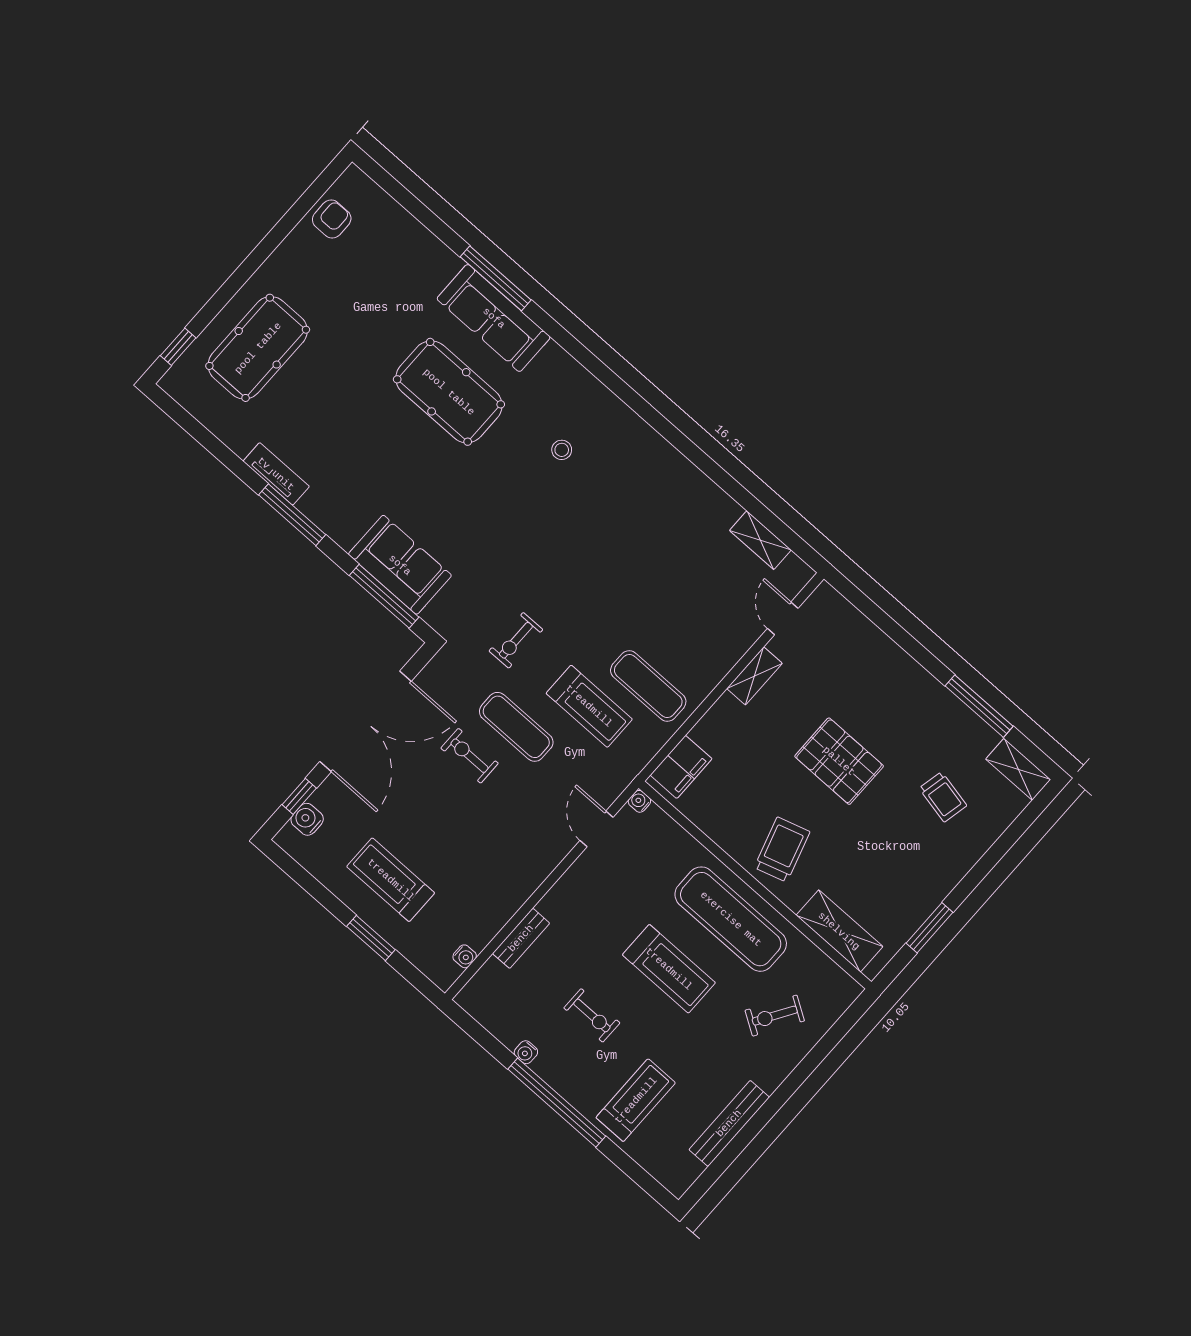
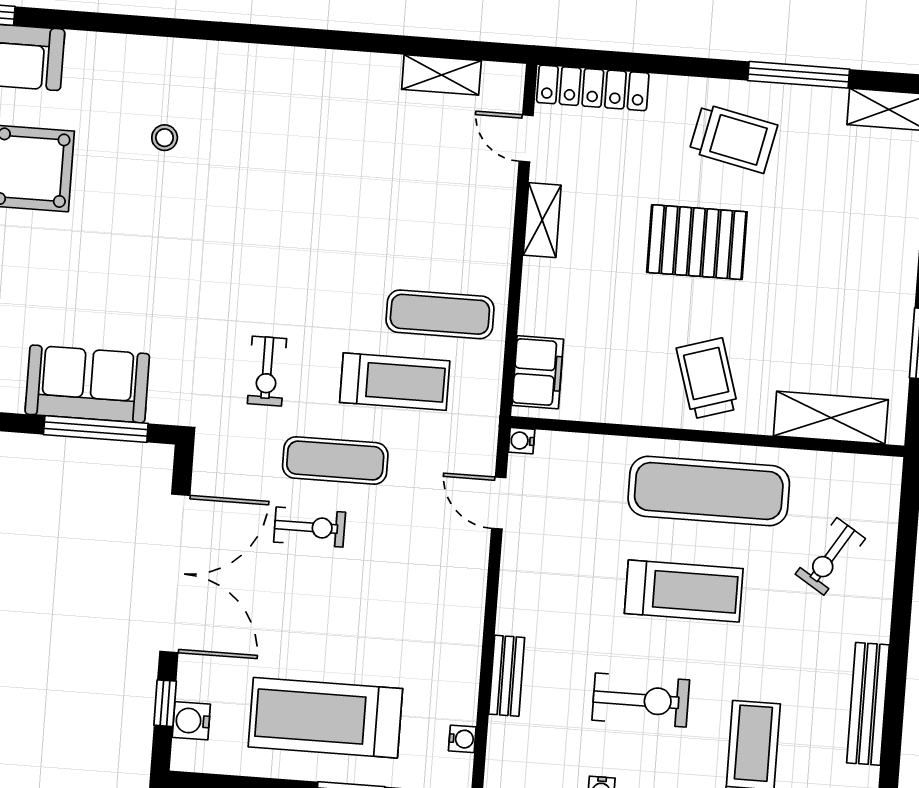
locker: (847, 618) -> (593, 88), added
exercise bike: (470, 756) -> (310, 527), turned 180
trolley: (943, 797) -> (733, 138), moved, width x1.36, depth x1.39
treadmill: (391, 880) -> (325, 718), width x1.37, depth x1.38
exercise bike: (592, 1015) -> (641, 700), width x1.38, depth x1.39

